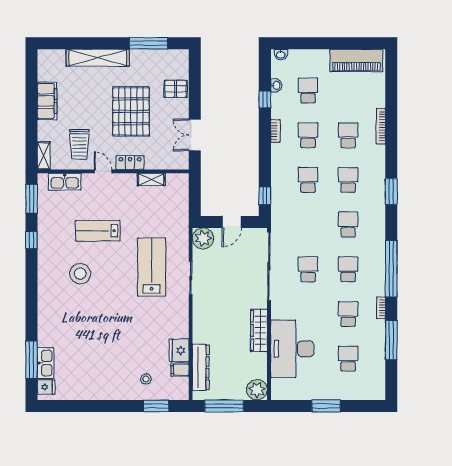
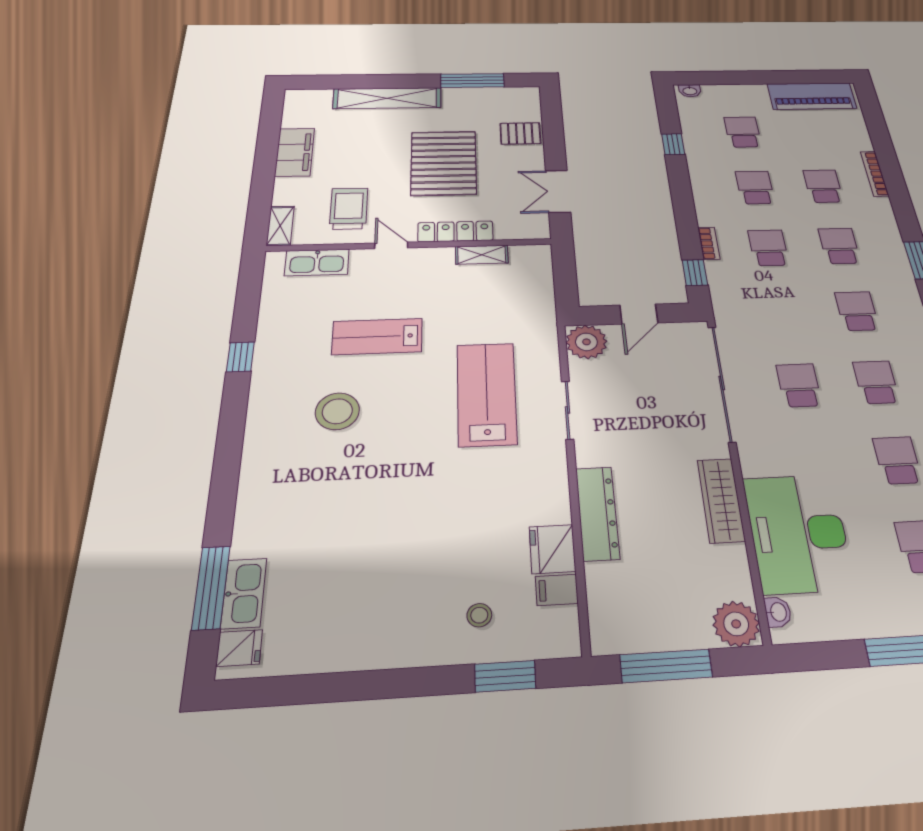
washbasin: (276, 85) -> (778, 612), moved
bookcase: (275, 131) -> (709, 243), moved
trolley: (79, 144) -> (349, 209), turned 180
locker: (130, 163) -> (455, 231), width x1.53
window: (31, 199) -> (249, 290), removed
dresser: (201, 367) -> (597, 513), moved

